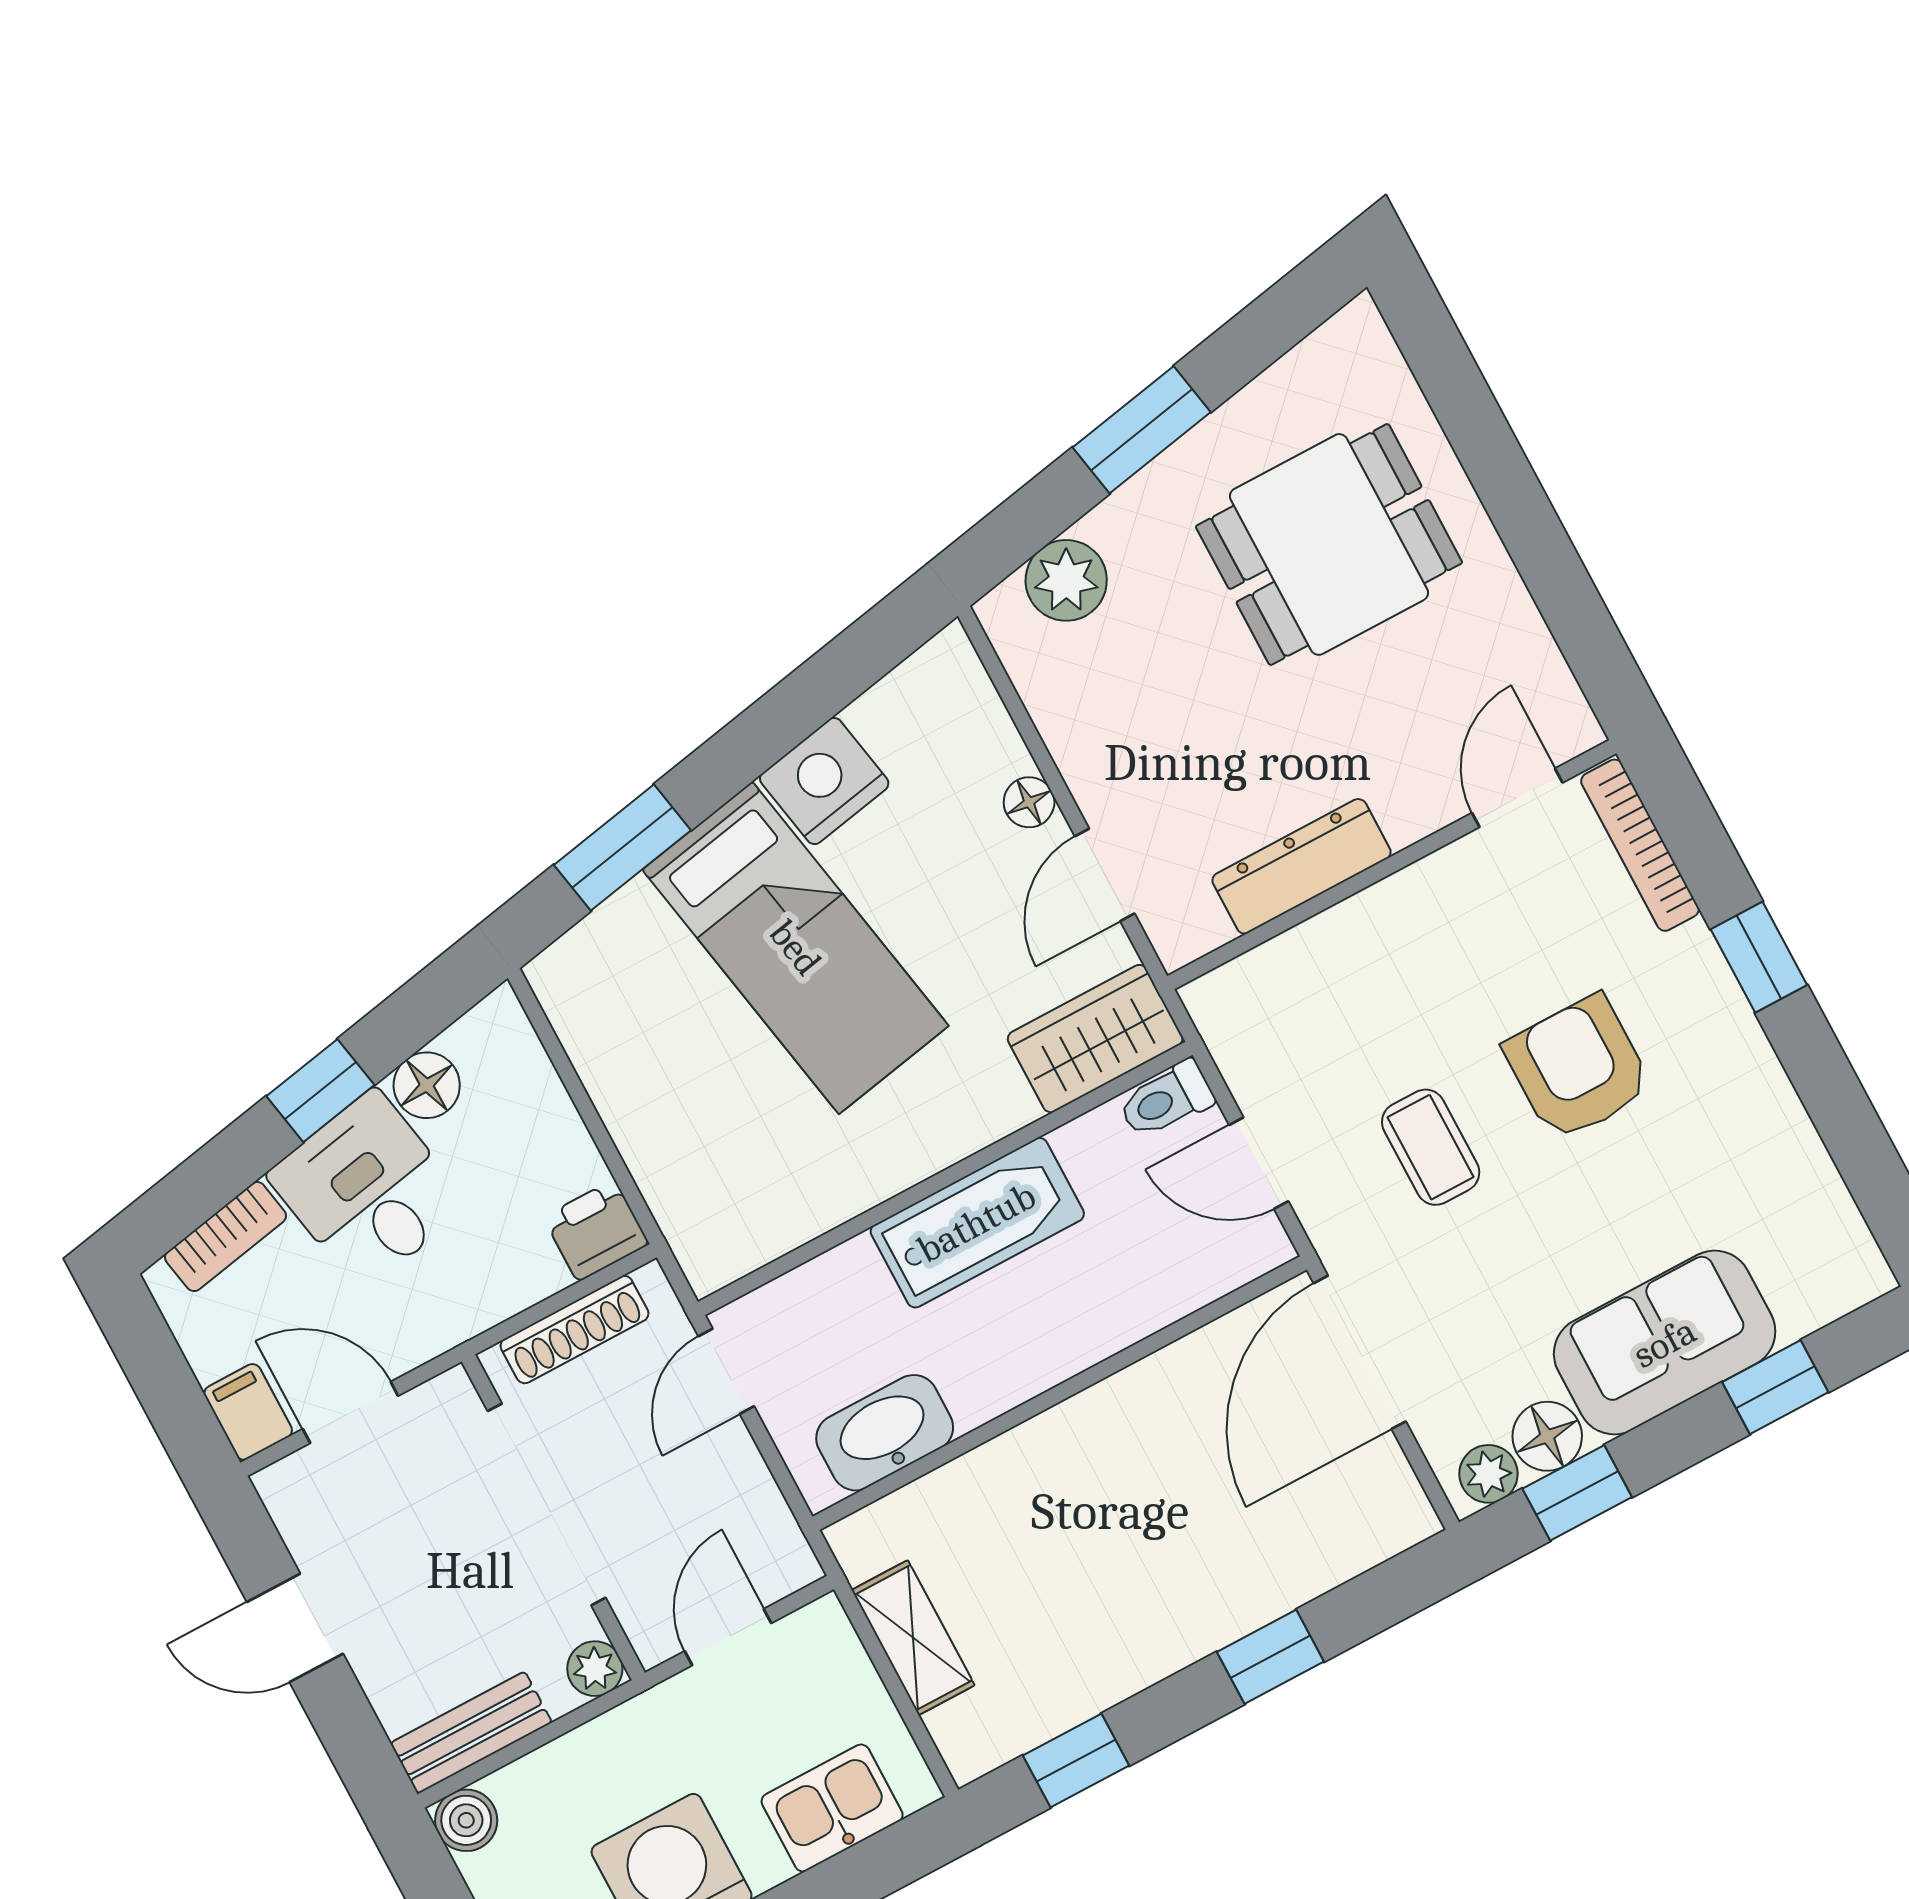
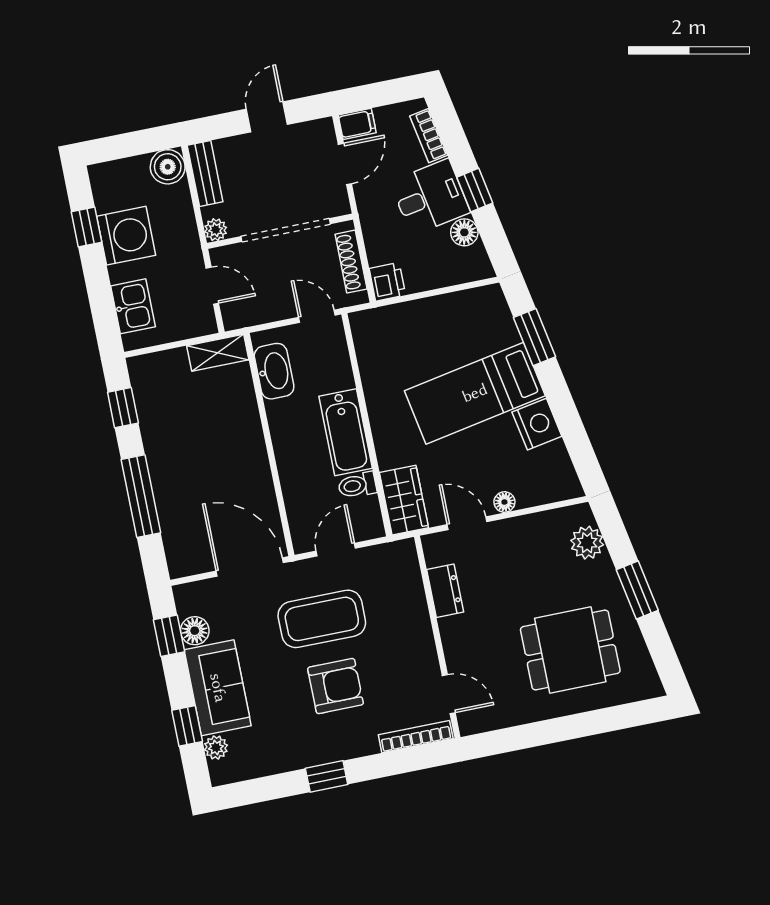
dining table: (1329, 544) -> (570, 650), turned 90
dresser: (1302, 866) -> (445, 591), width x0.70
window: (1759, 957) -> (327, 776), moved
toilet: (1166, 1100) -> (357, 485), moved, turned -90
coffee table: (1431, 1147) -> (322, 619), width x1.86, depth x1.72
plant: (1488, 1474) -> (216, 747), moved
shelving: (913, 1638) -> (218, 353), moved
window: (1270, 1657) -> (141, 496), width x2.17
boiler: (466, 1820) -> (168, 167), width x1.36, depth x1.36

